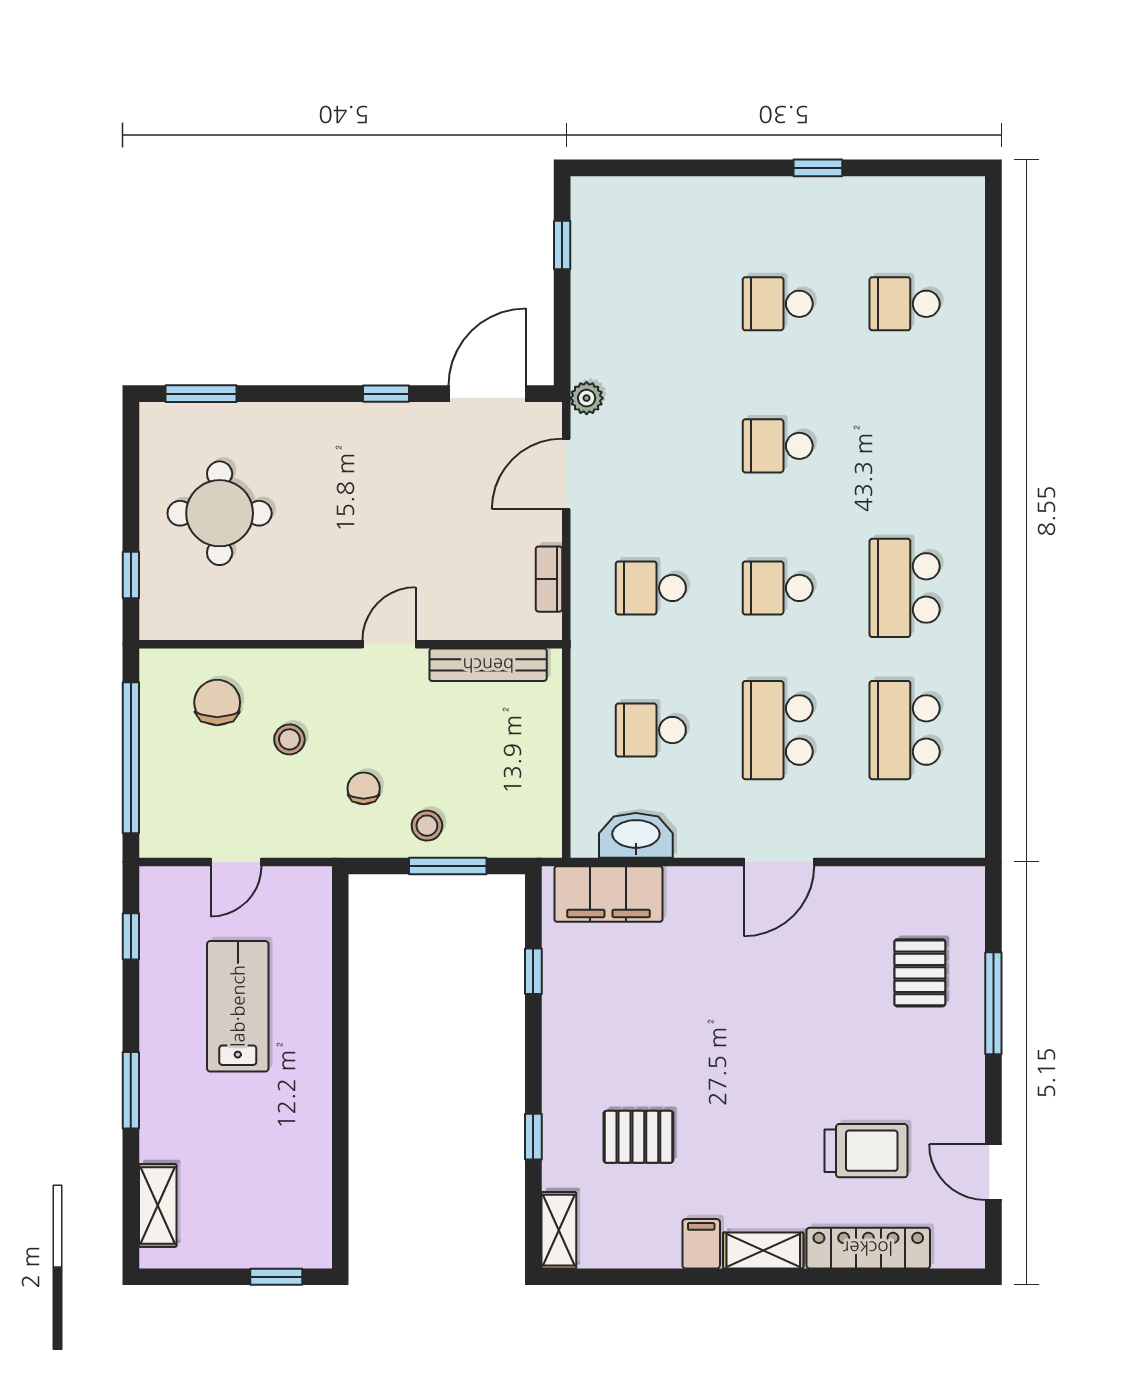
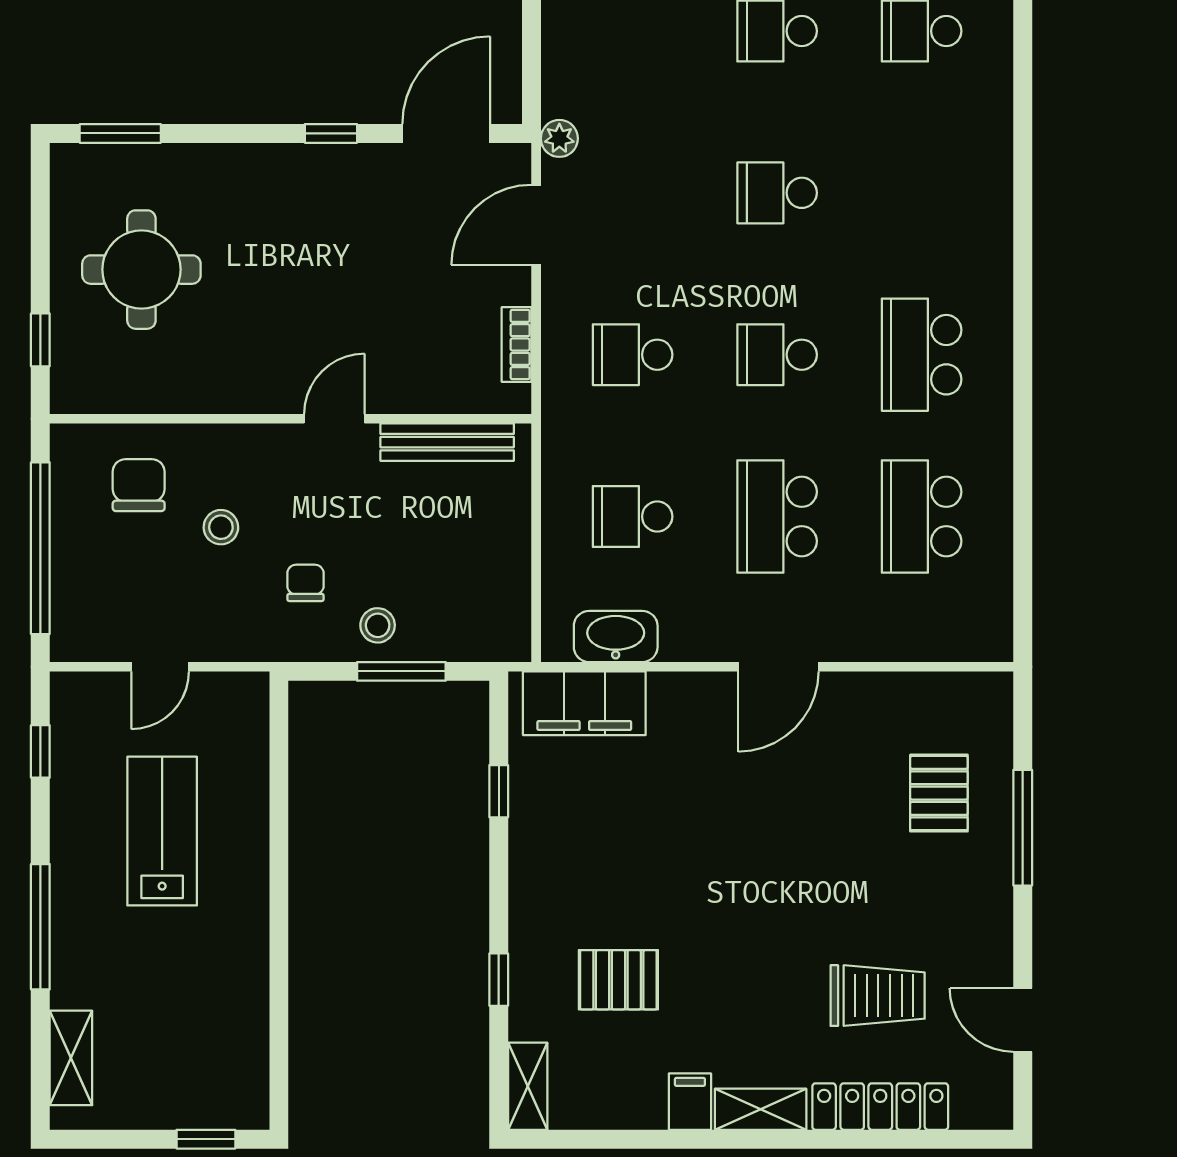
window: (131, 1090) -> (40, 927), width x1.44

